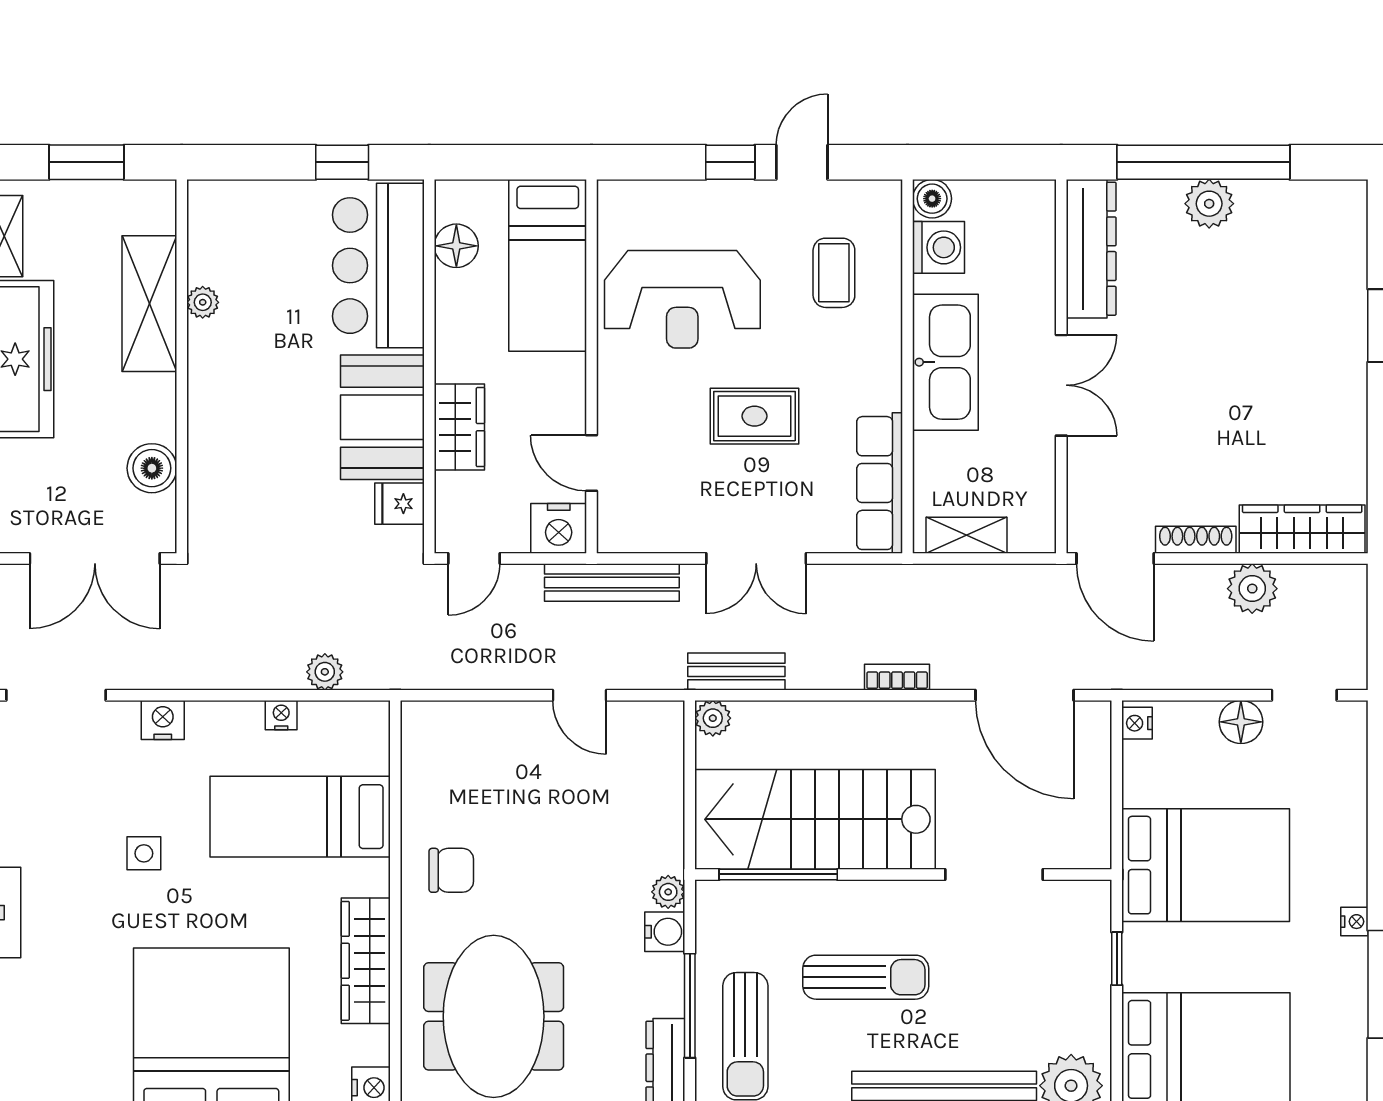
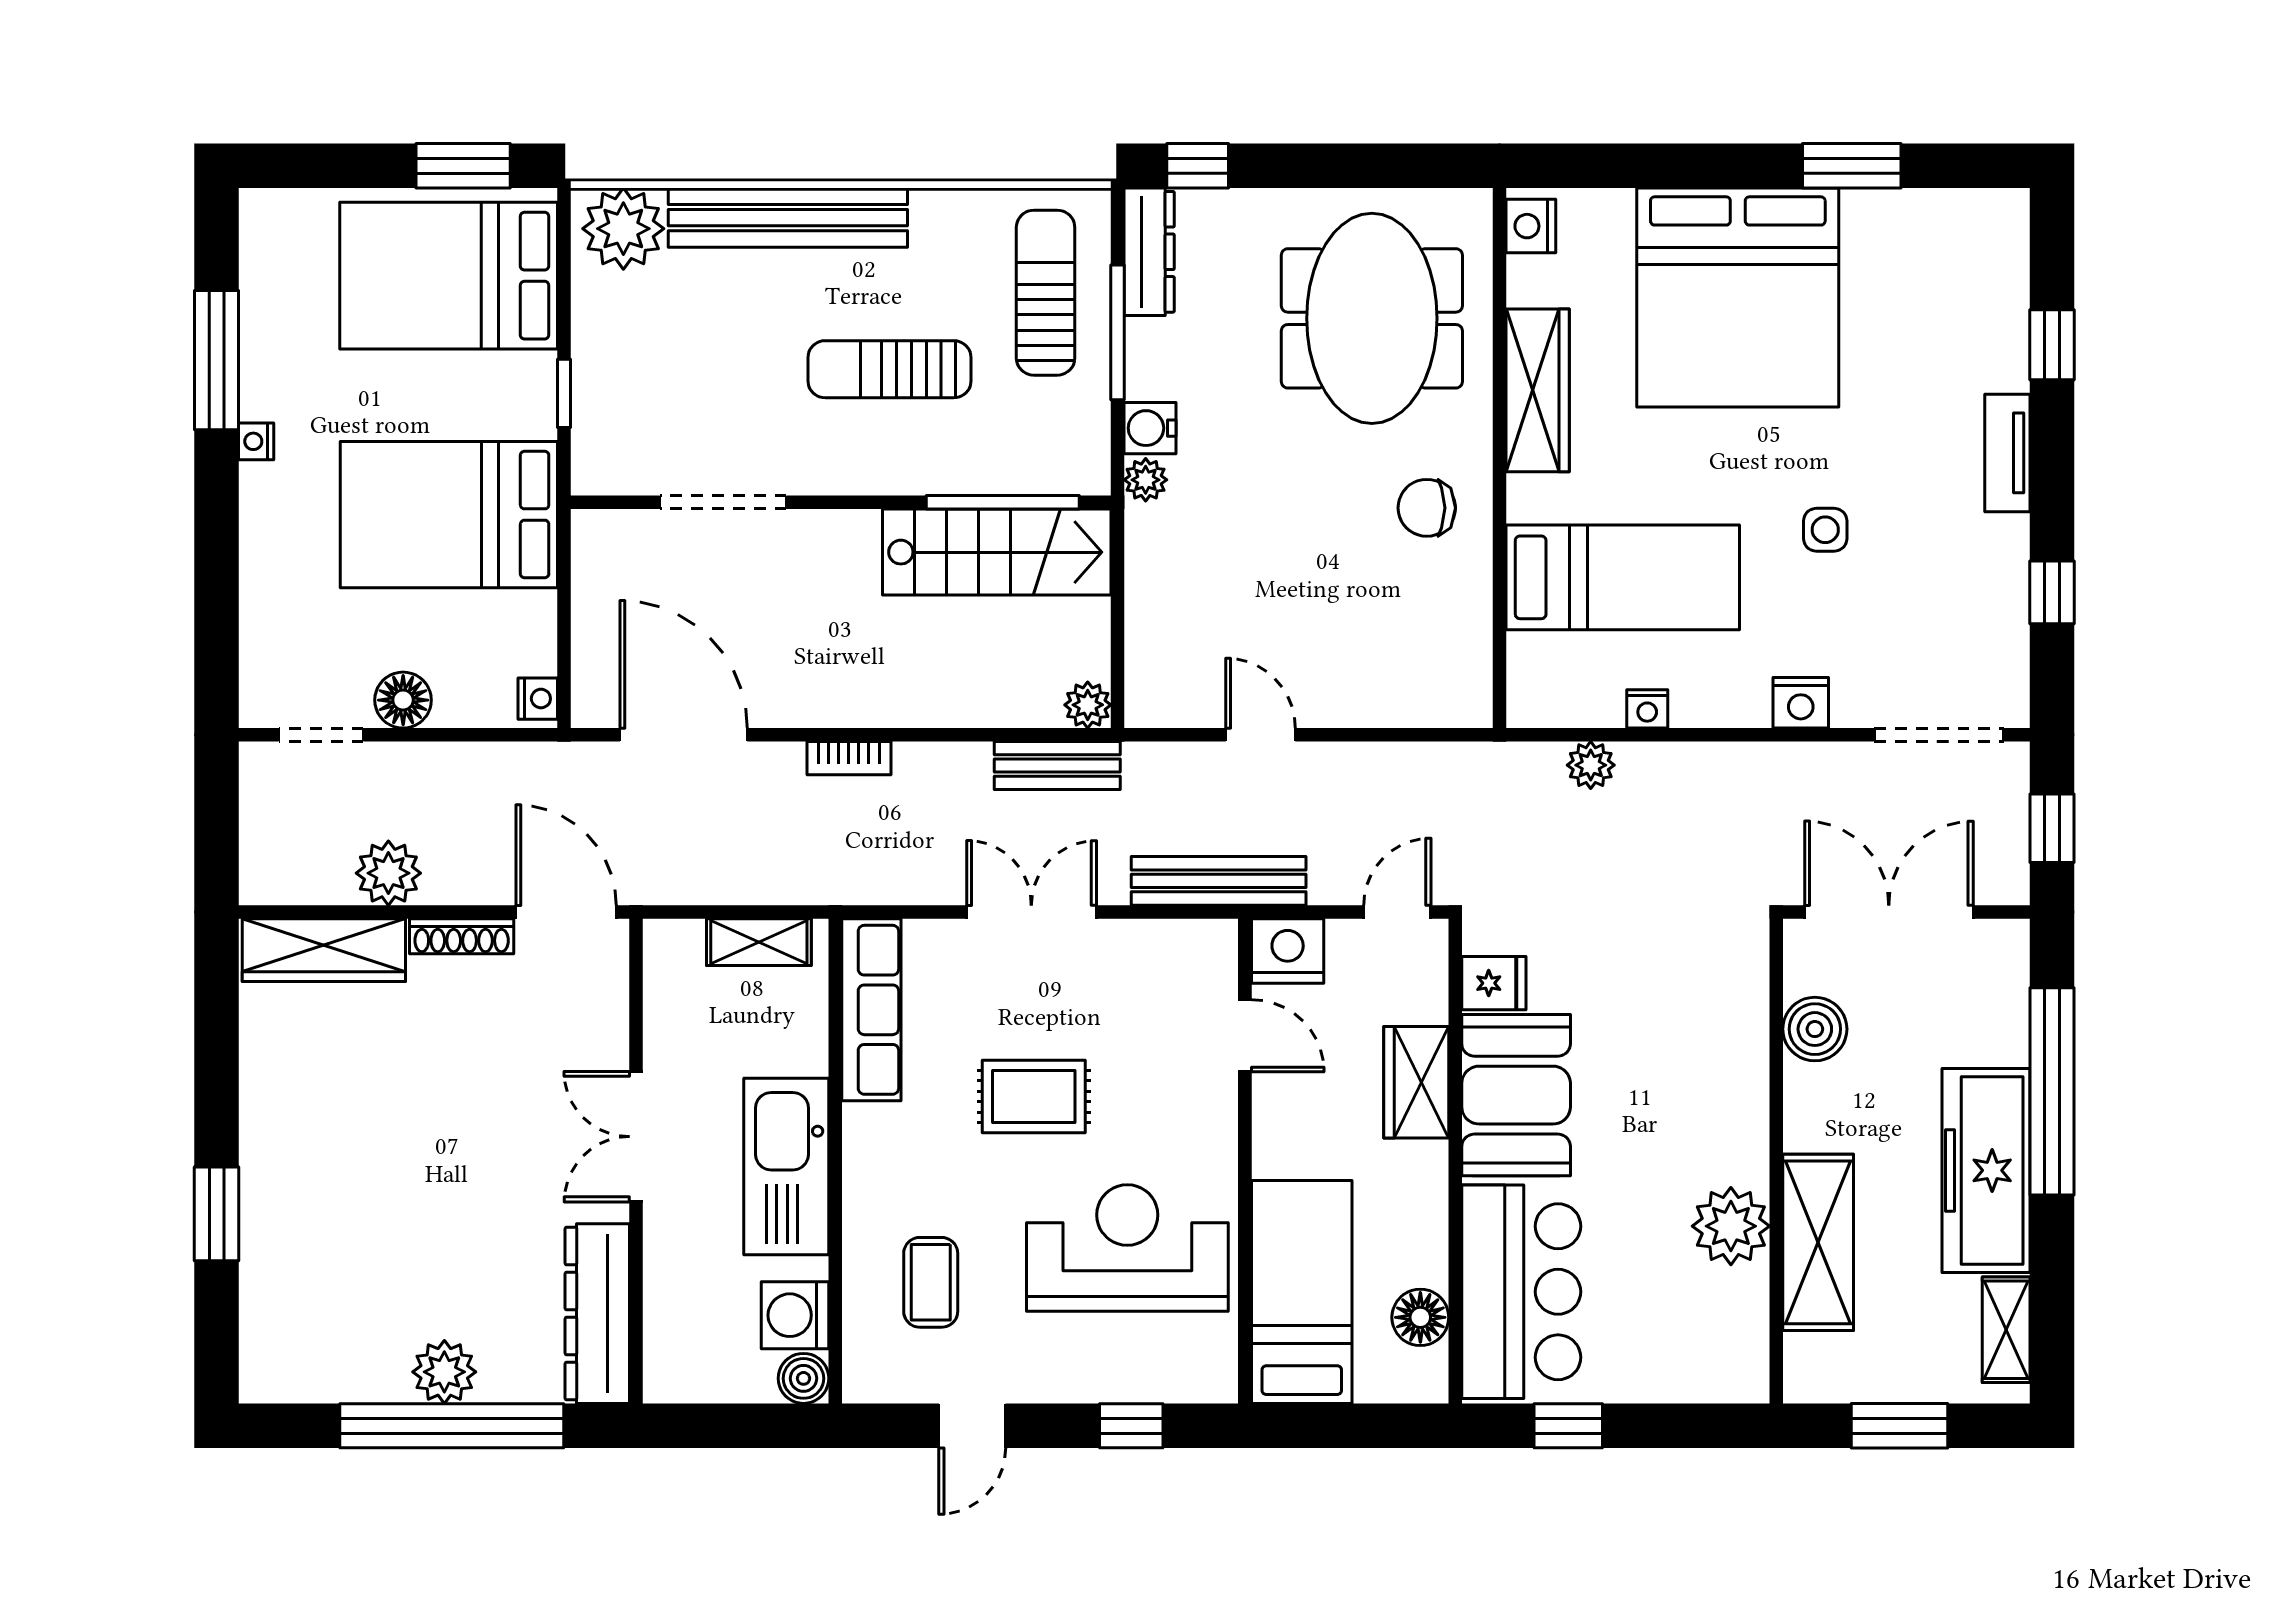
window: (730, 162) -> (1131, 1426), moved
plant: (203, 302) -> (1731, 1226), width x1.87, depth x1.87
stairs: (815, 819) -> (997, 552), width x0.73, depth x0.66

